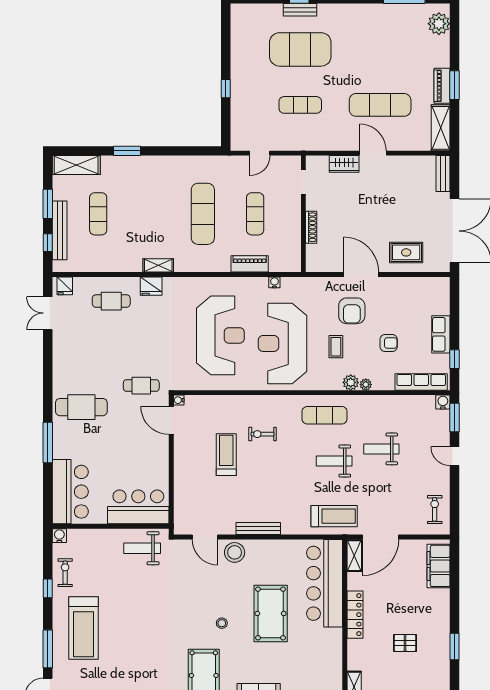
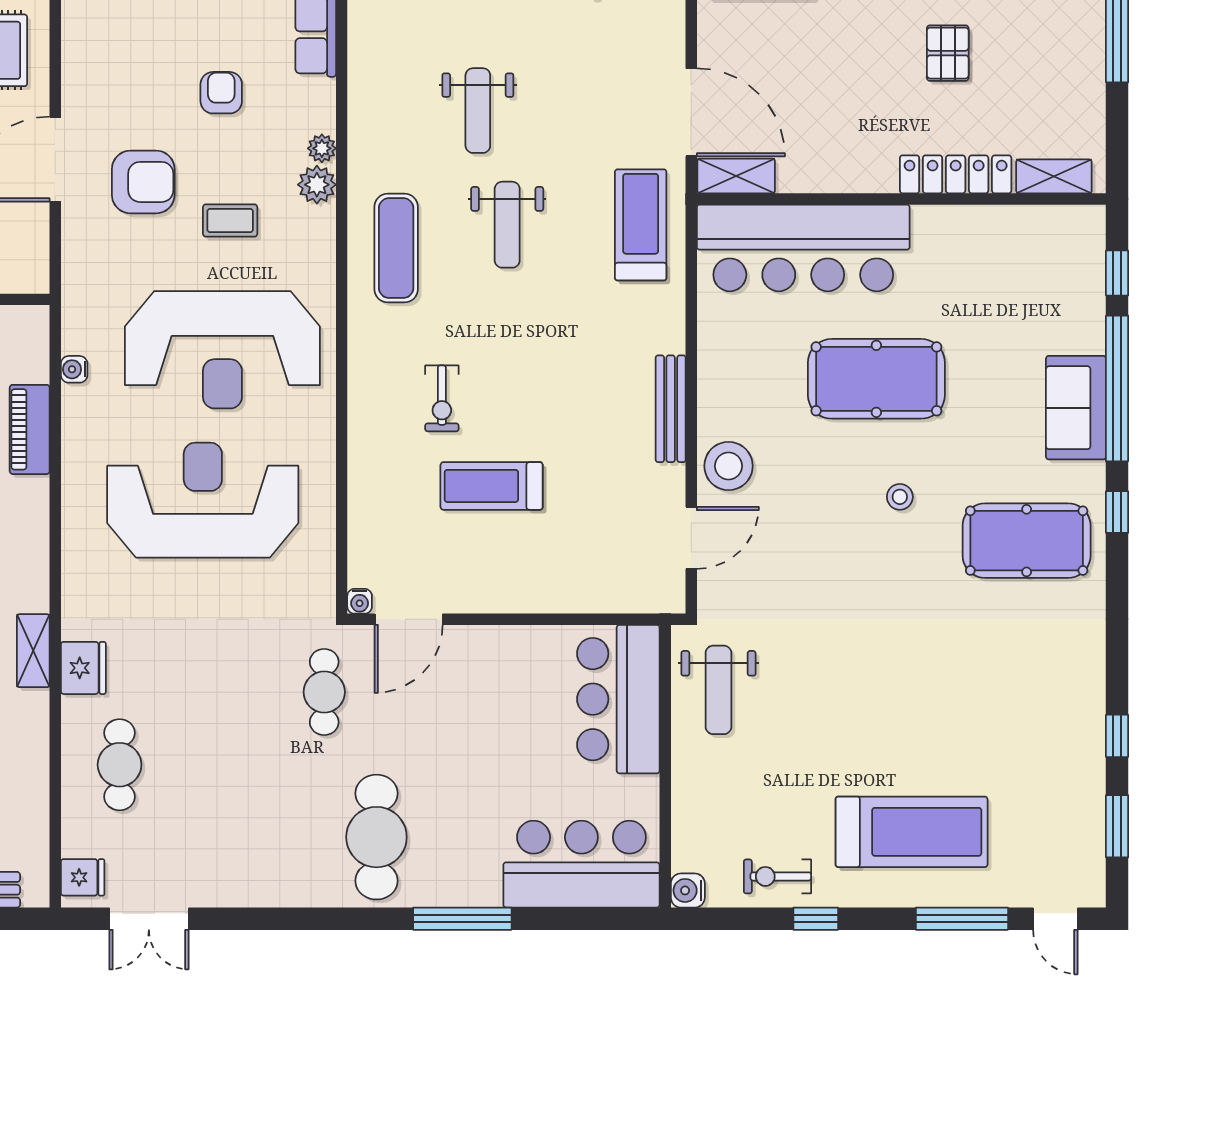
locker: (355, 615) -> (956, 174), moved

